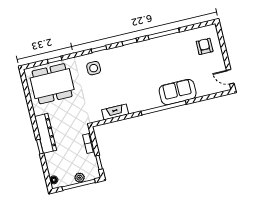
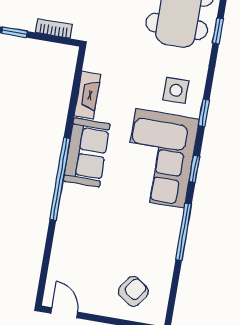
armchair: (205, 46) -> (133, 291), turned -55
corner sofa: (131, 62) -> (160, 158), added
door: (230, 77) -> (64, 313), hinge flipped
sofa: (178, 92) -> (87, 152), moved

